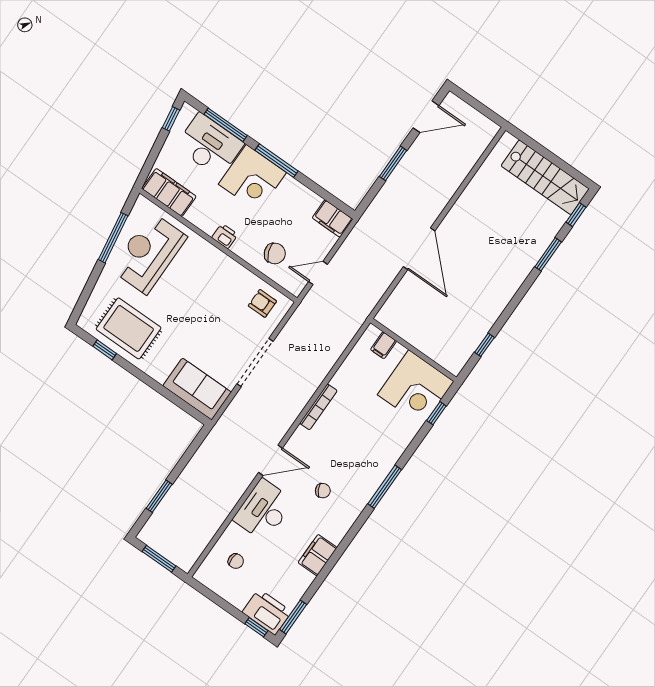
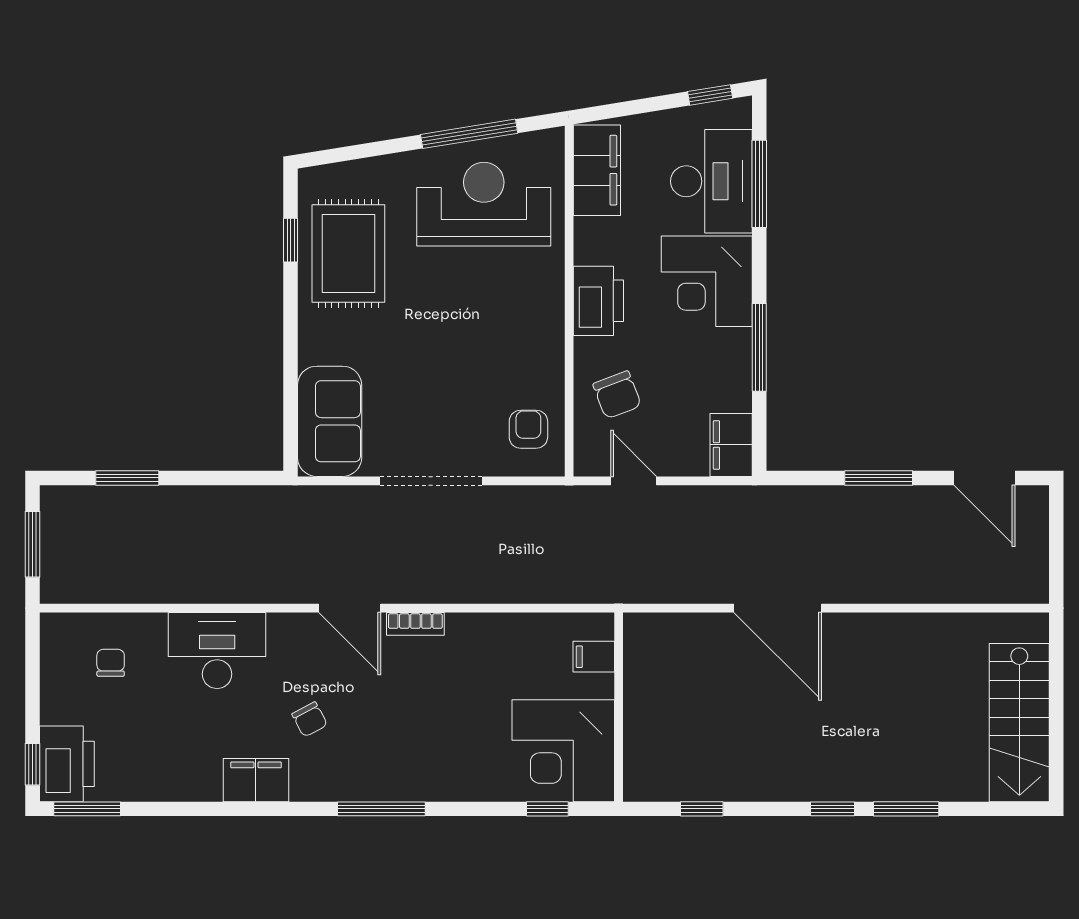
window: (277, 161) -> (759, 347), moved
window: (576, 215) -> (833, 809), moved
printer: (225, 236) -> (598, 301), width x1.87, depth x1.48
door: (419, 249) -> (778, 608), hinge flipped
bookcase: (318, 407) -> (415, 624), width x0.64
door: (270, 460) -> (350, 608), moved
filing cabinet: (318, 555) -> (256, 780), moved
chair: (236, 561) -> (111, 663), turned 180

